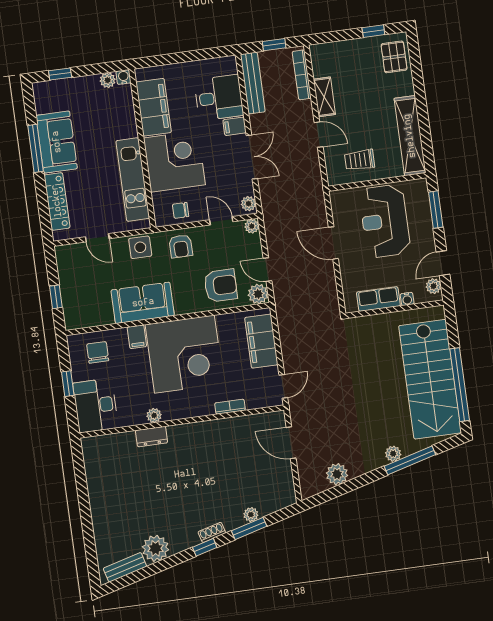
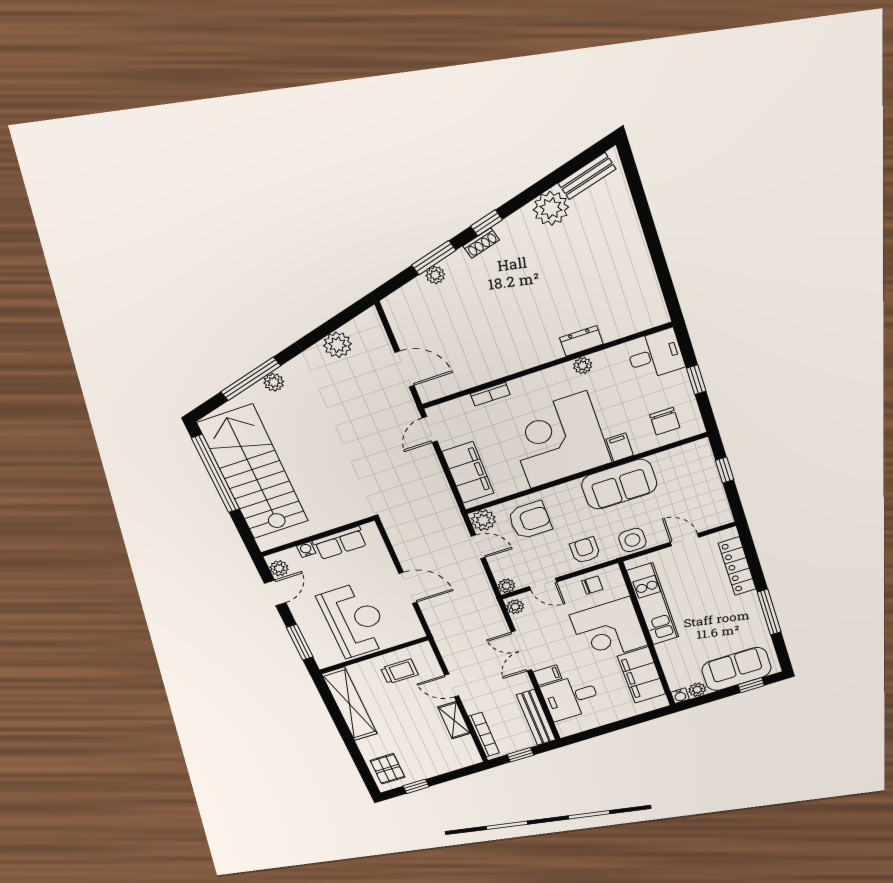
sofa: (57, 142) -> (736, 669), moved, turned 90
armchair: (221, 286) -> (530, 520), turned 180
desk: (96, 405) -> (655, 355), width x0.73

